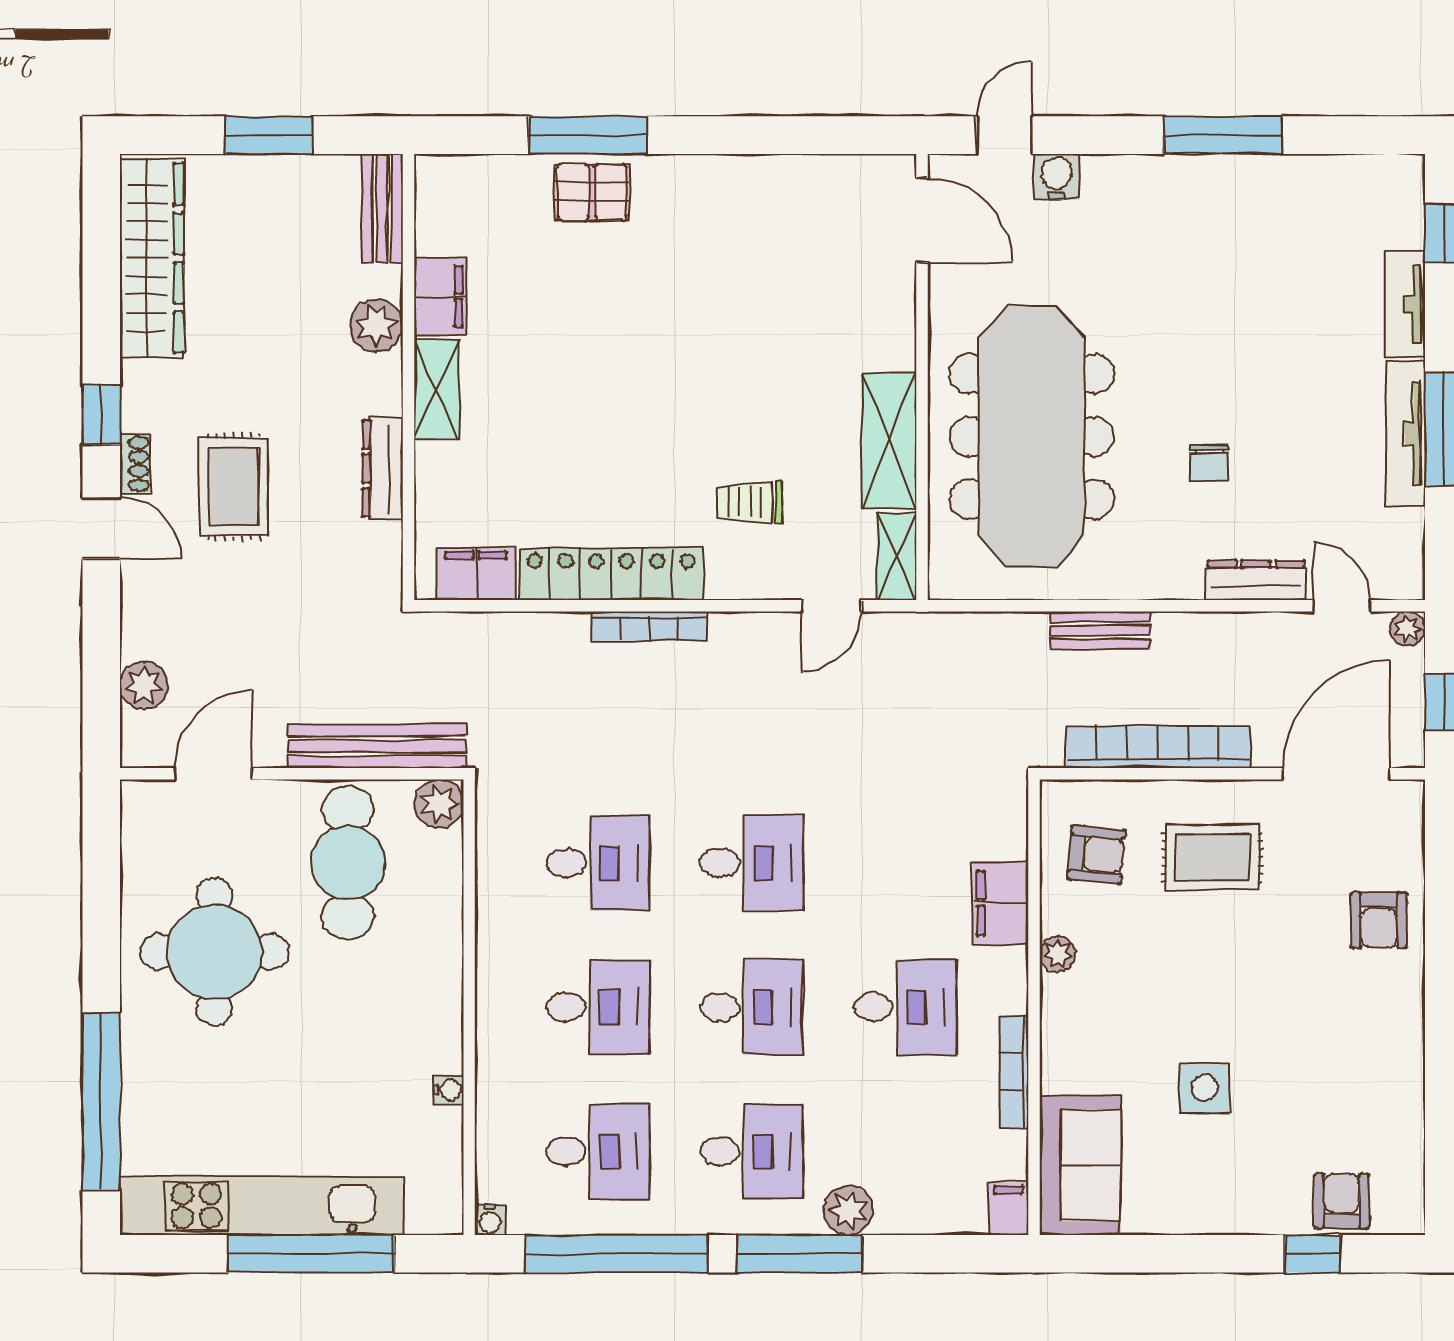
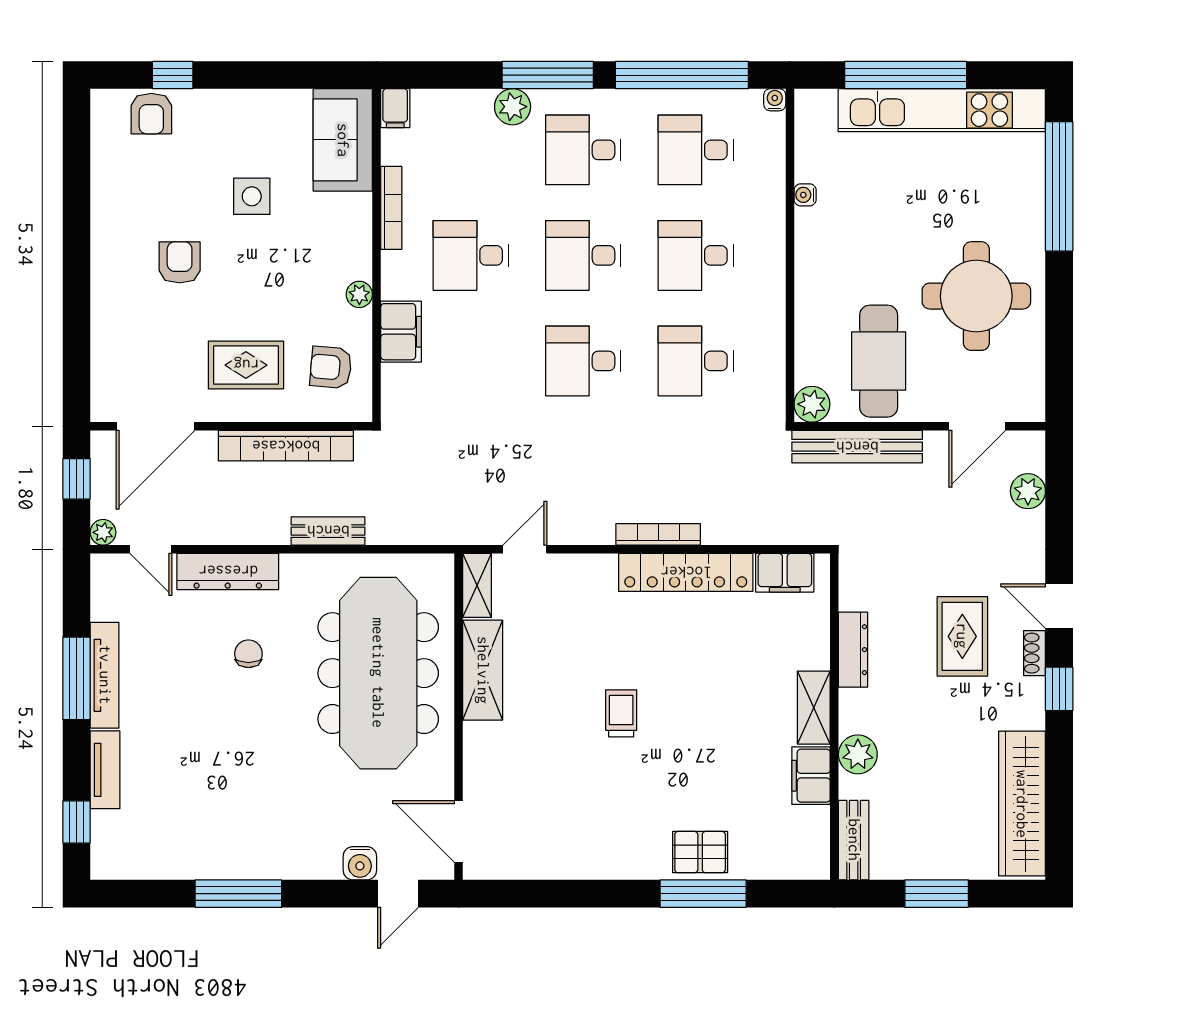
trolley: (749, 502) -> (621, 713), moved, turned -90
dresser: (1256, 580) -> (228, 571), width x1.37, depth x1.24
armchair: (1379, 920) -> (180, 262), moved

